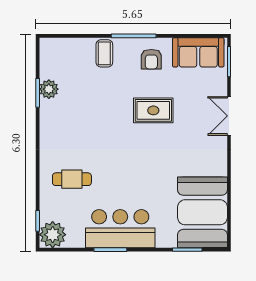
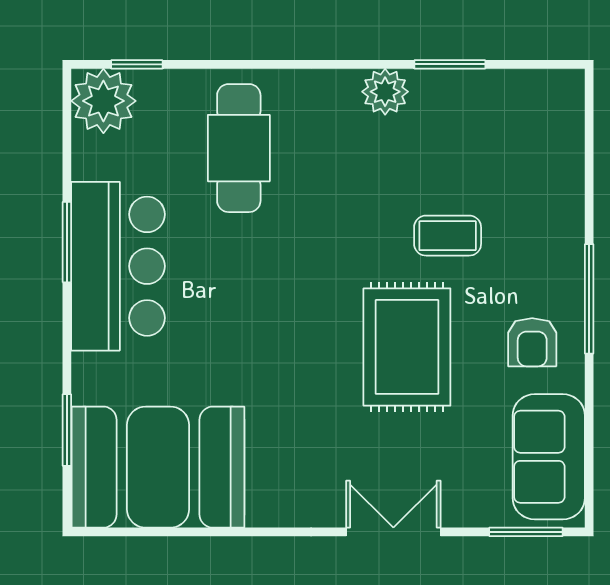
coffee table: (104, 53) -> (448, 236), moved
armchair: (151, 59) -> (532, 342), turned -90
plant: (49, 89) -> (385, 92), moved
rug: (153, 110) -> (407, 347), width x1.36, depth x1.43
cafe table: (72, 179) -> (239, 148), width x1.37, depth x1.35

